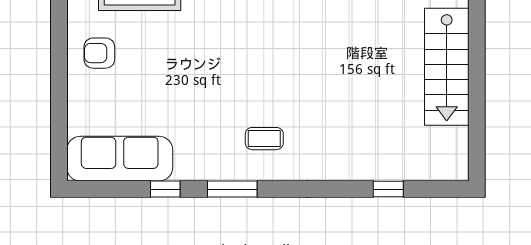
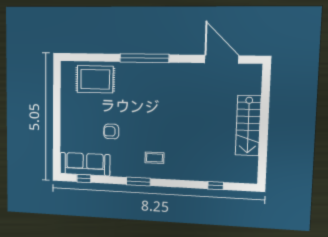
armchair: (99, 53) -> (111, 131), moved
window: (165, 189) -> (84, 179), moved

